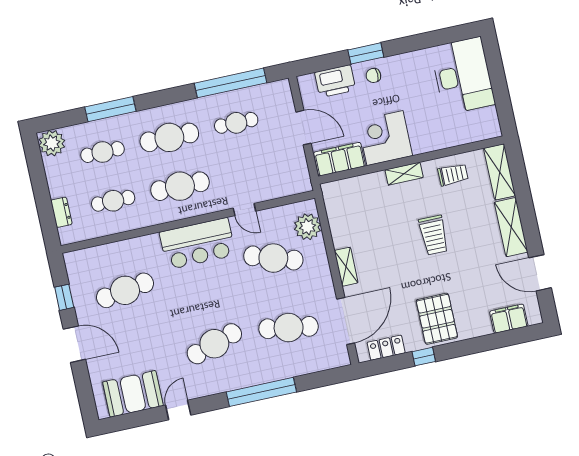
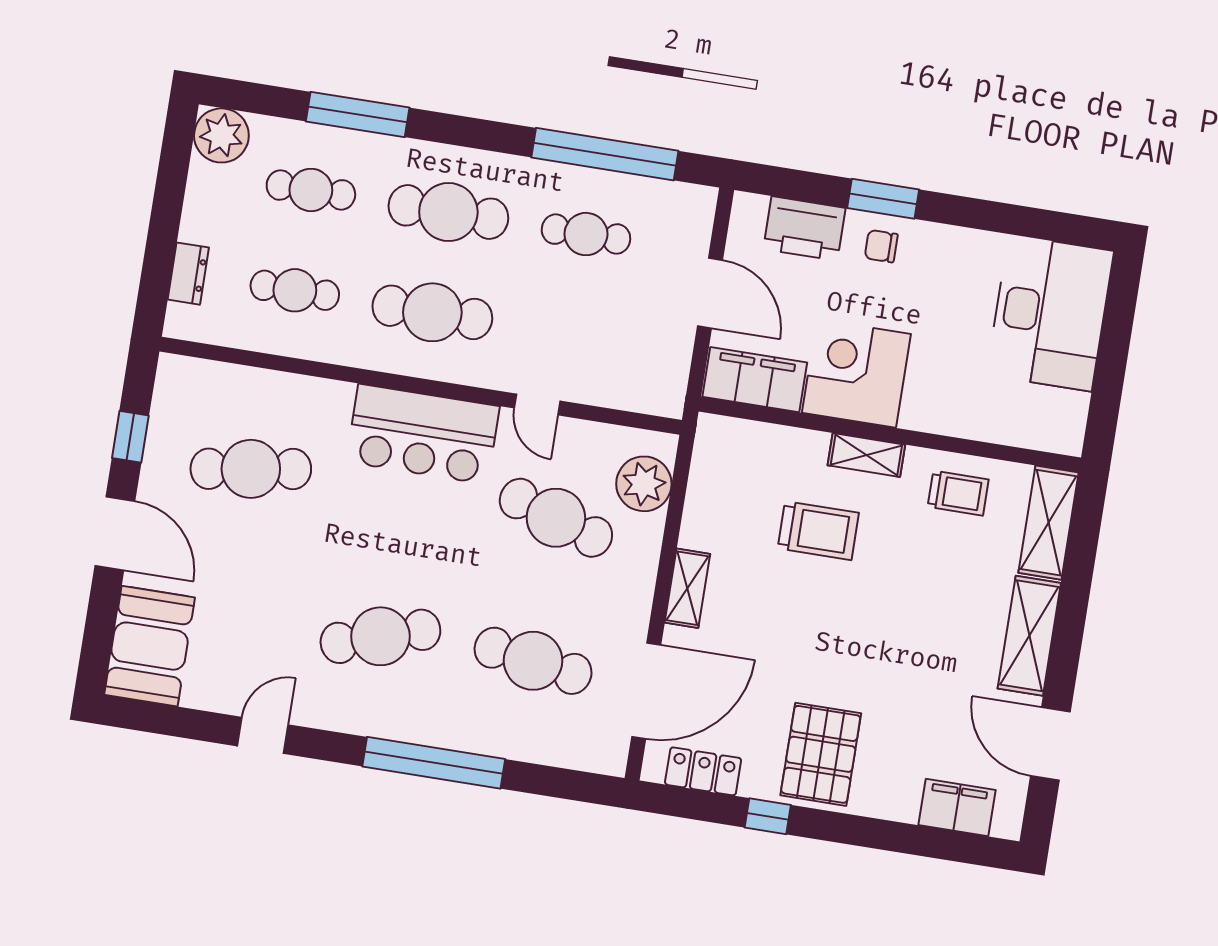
trolley: (434, 235) -> (818, 531), moved, turned -90
booth: (133, 394) -> (150, 646), moved, turned 90

